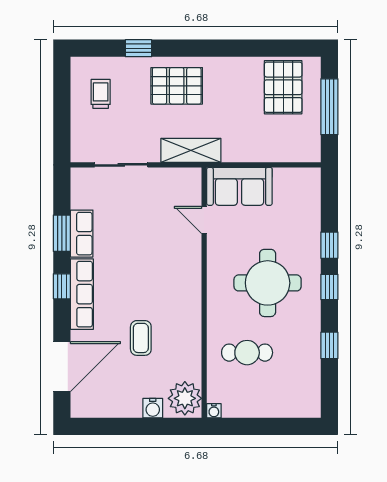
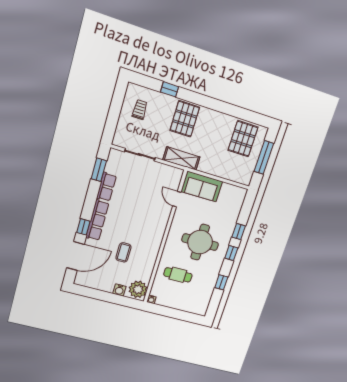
pallet: (177, 86) -> (185, 119), turned 90
window: (62, 233) -> (99, 170), moved
window: (62, 286) -> (83, 227), moved

